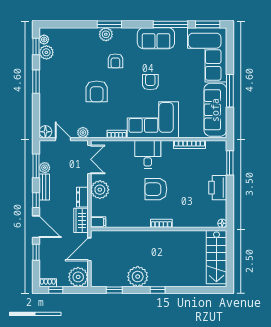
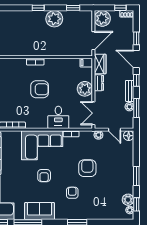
plant: (106, 34) -> (80, 214), removed
desk: (148, 154) -> (58, 117), moved

